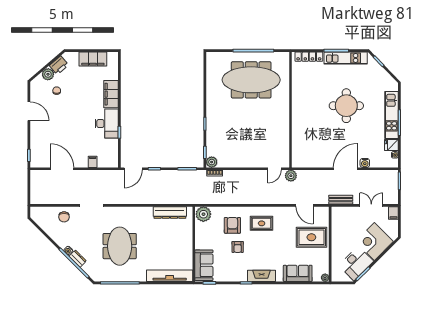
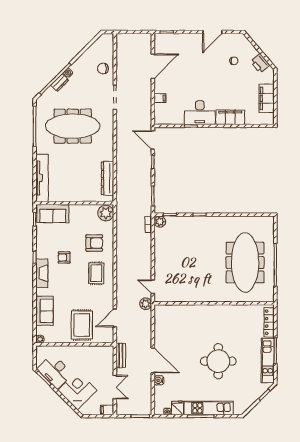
plant: (48, 74) -> (251, 52), removed
meeting table: (120, 246) -> (73, 126), width x1.36
armchair: (238, 247) -> (64, 257), moved

